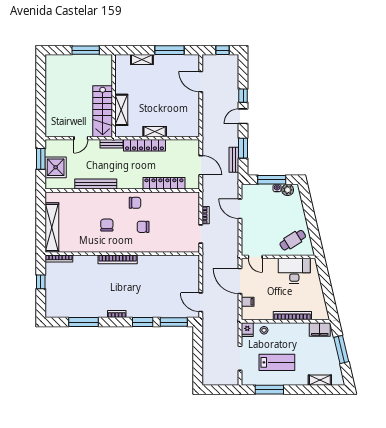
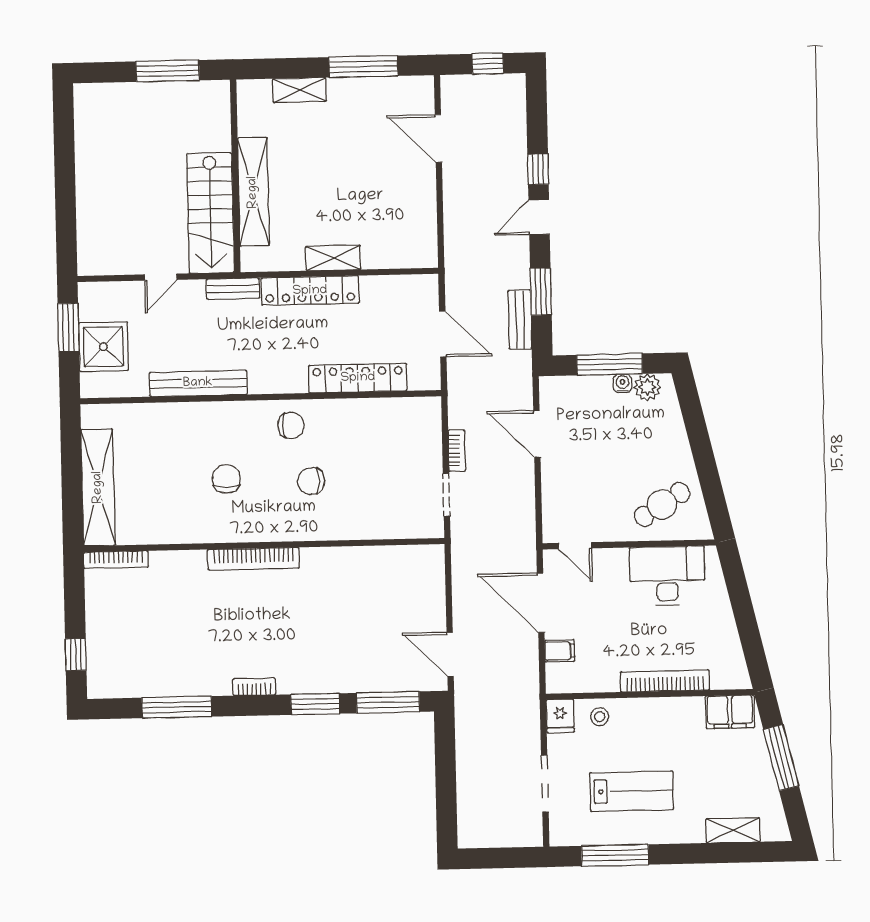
shelving: (121, 110) -> (253, 192), width x1.47
window: (41, 282) -> (76, 655), moved

